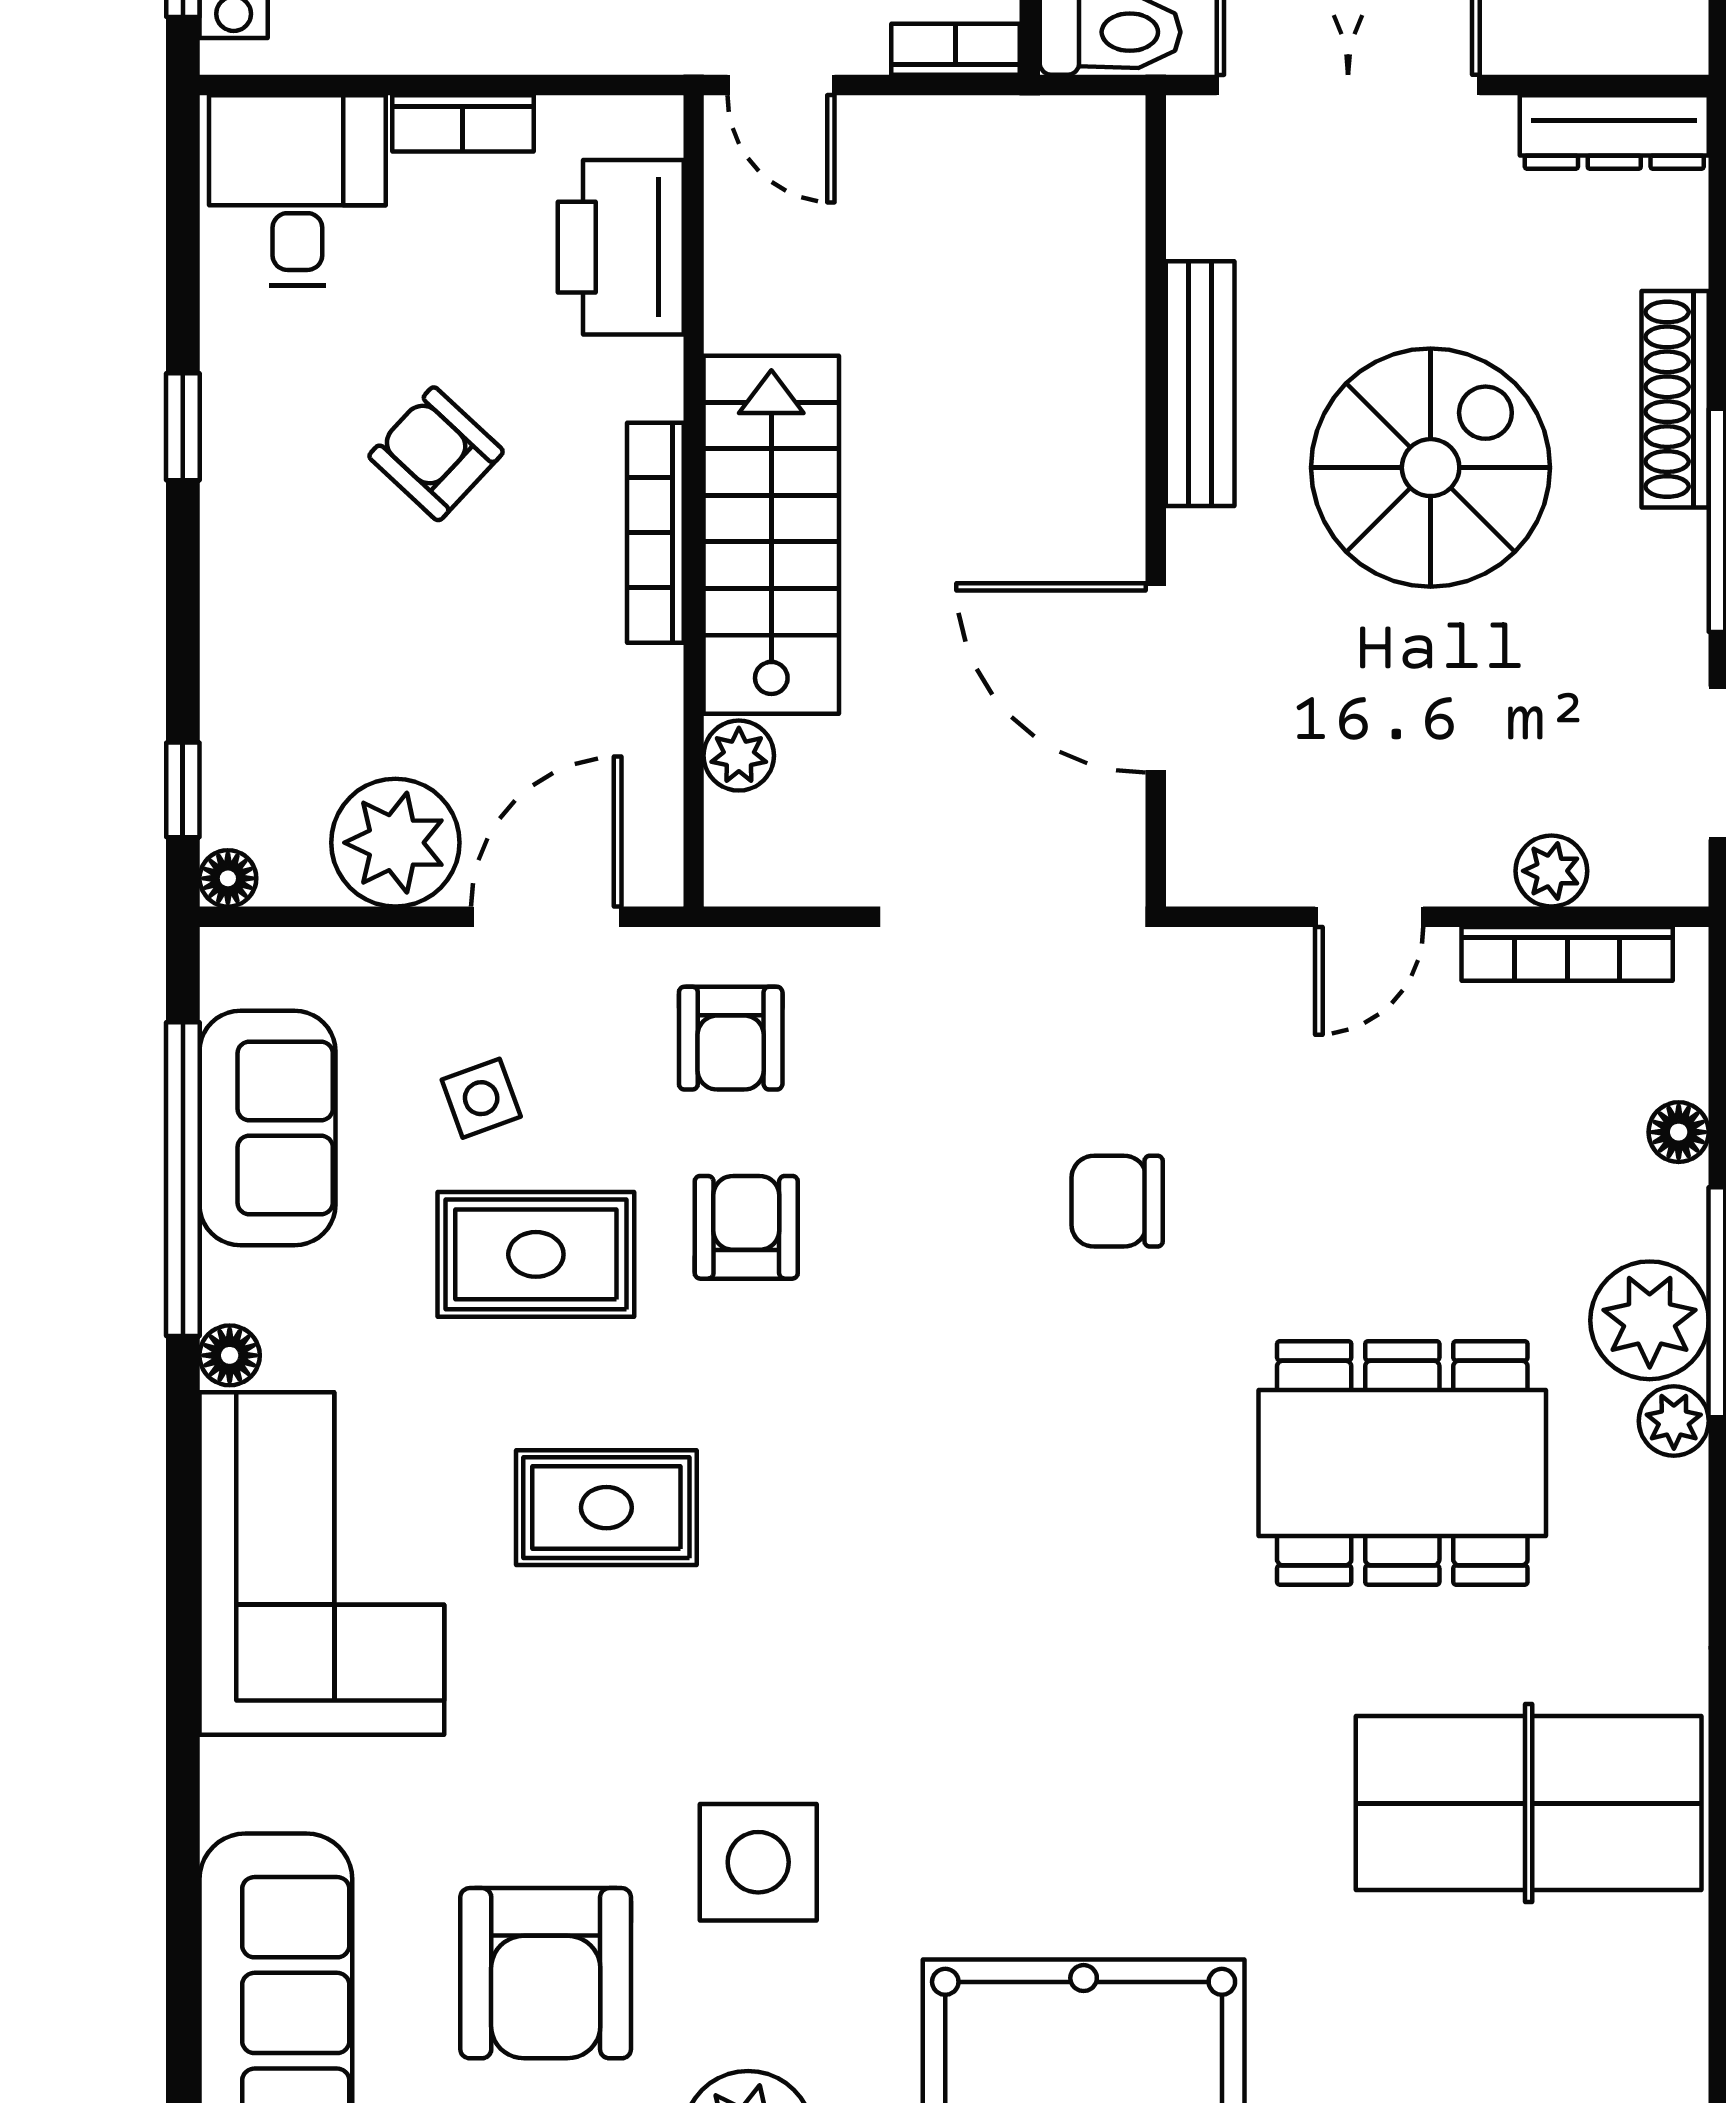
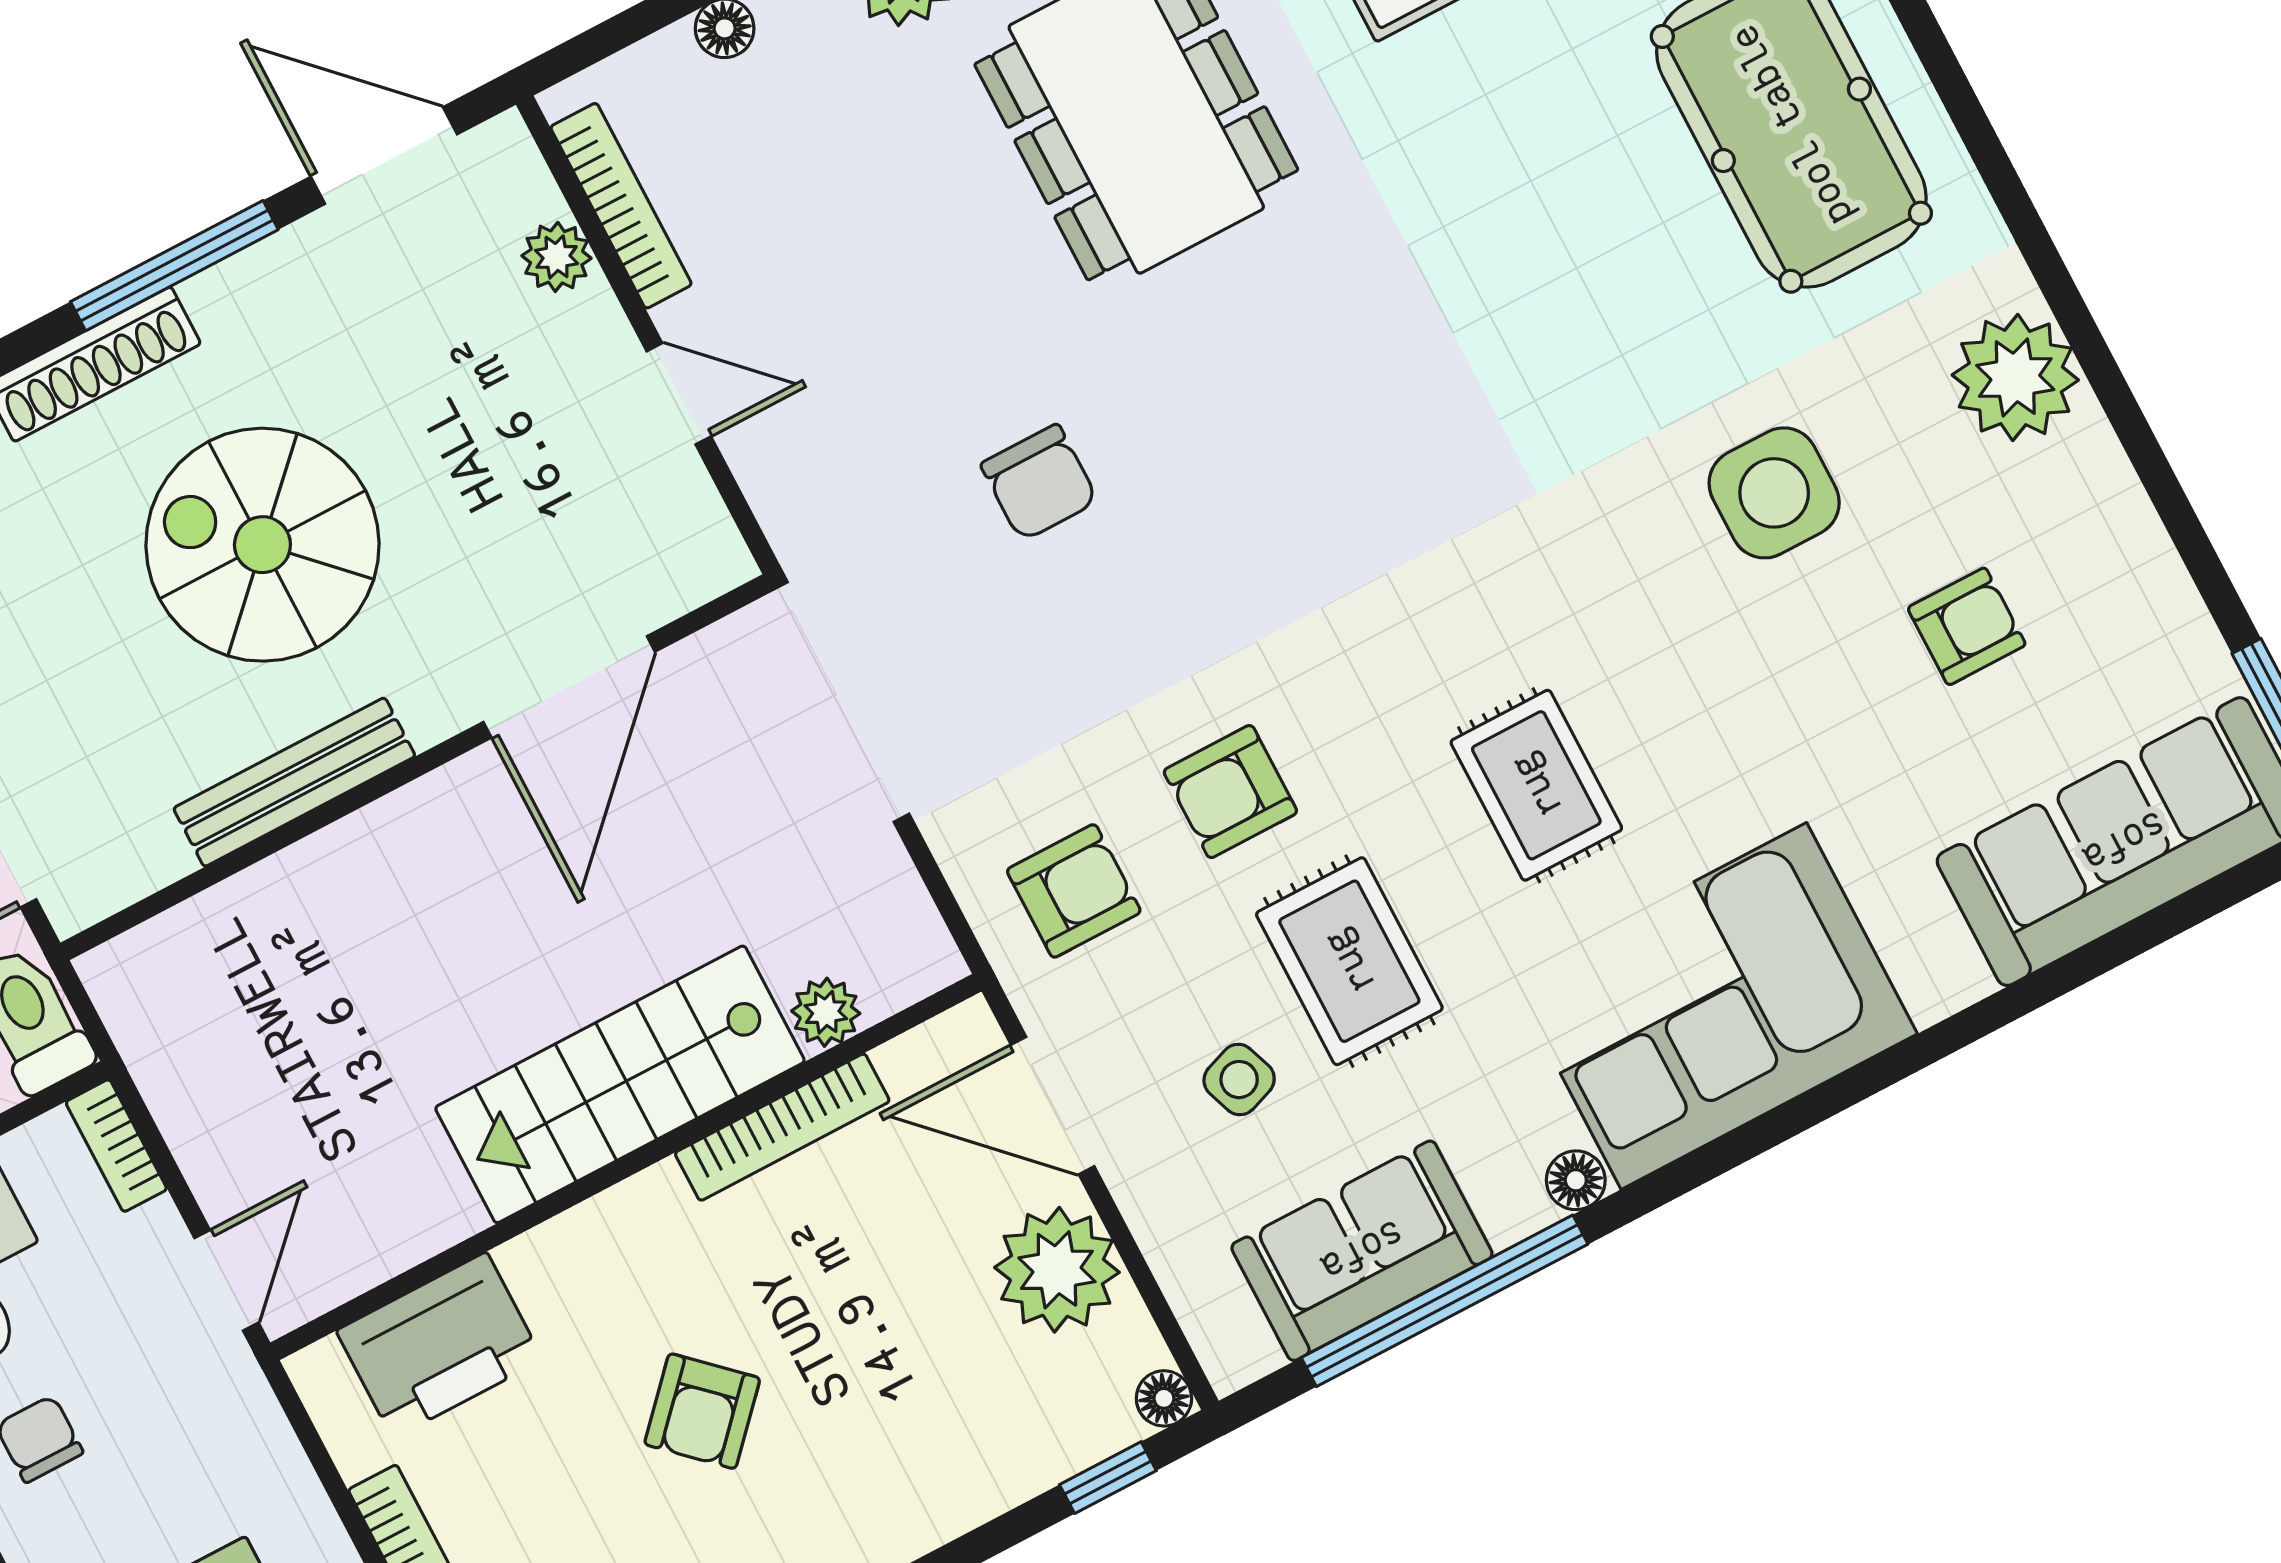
bookcase: (655, 533) -> (782, 1127), moved
armchair: (546, 1973) -> (1967, 626), width x0.53, depth x0.53

